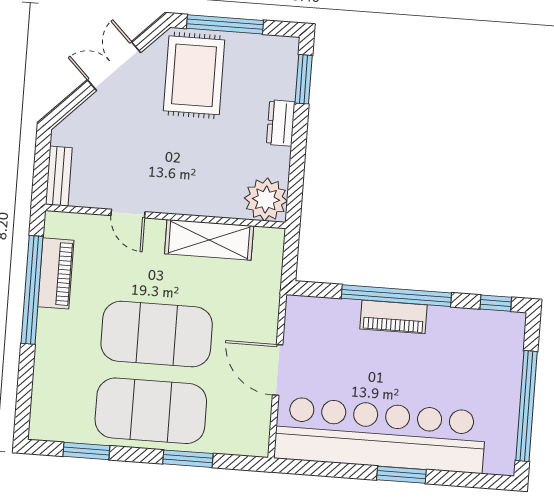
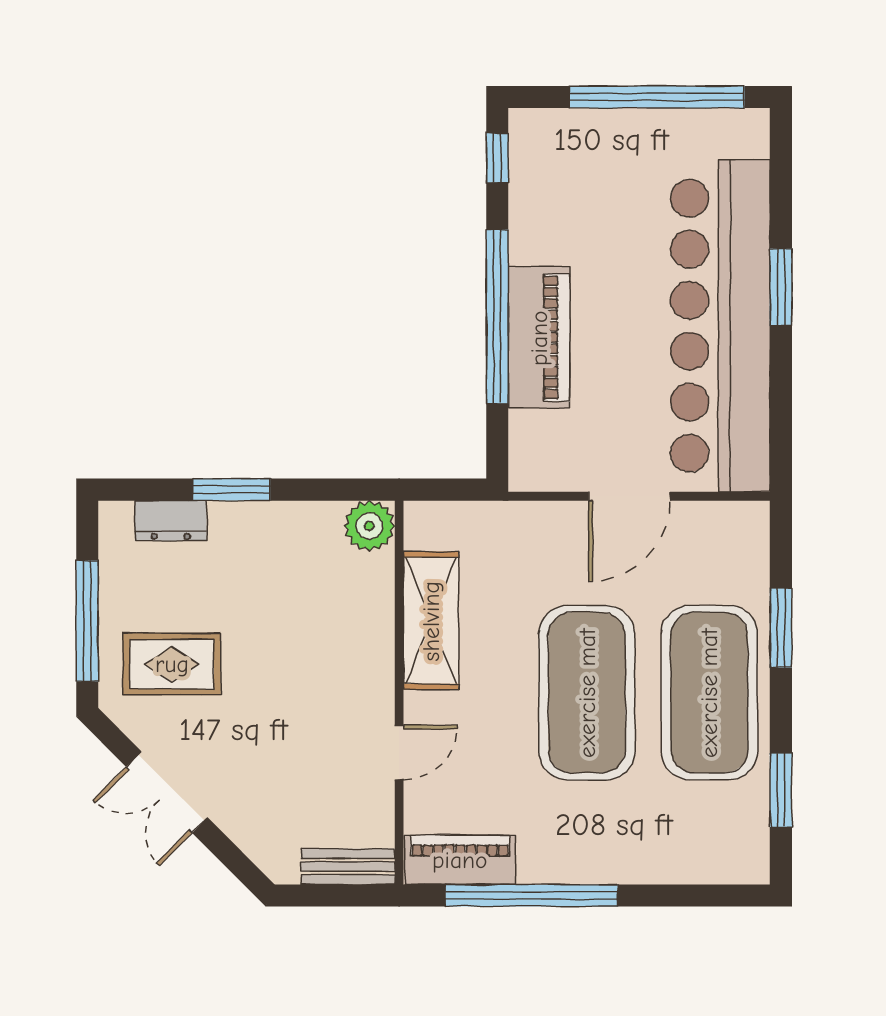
rug: (194, 75) -> (172, 664), width x0.73, depth x0.70
window: (304, 79) -> (231, 490), moved
dresser: (281, 123) -> (171, 521), moved
plant: (266, 199) -> (369, 526), width x0.73, depth x0.73
piano: (56, 273) -> (460, 860), moved
piano: (394, 317) -> (539, 338), width x1.37, depth x1.33

